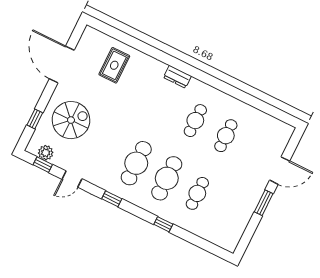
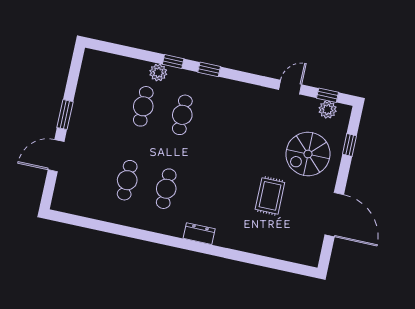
rug: (114, 65) -> (270, 196), moved
cafe table: (136, 163) -> (221, 123), removed
cafe table: (167, 178) -> (182, 115), width x0.73, depth x0.74
window: (112, 199) -> (209, 69), moved
plant: (178, 218) -> (158, 73), added

